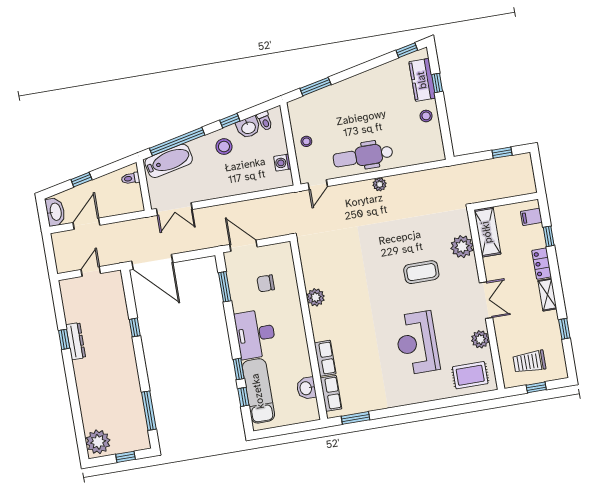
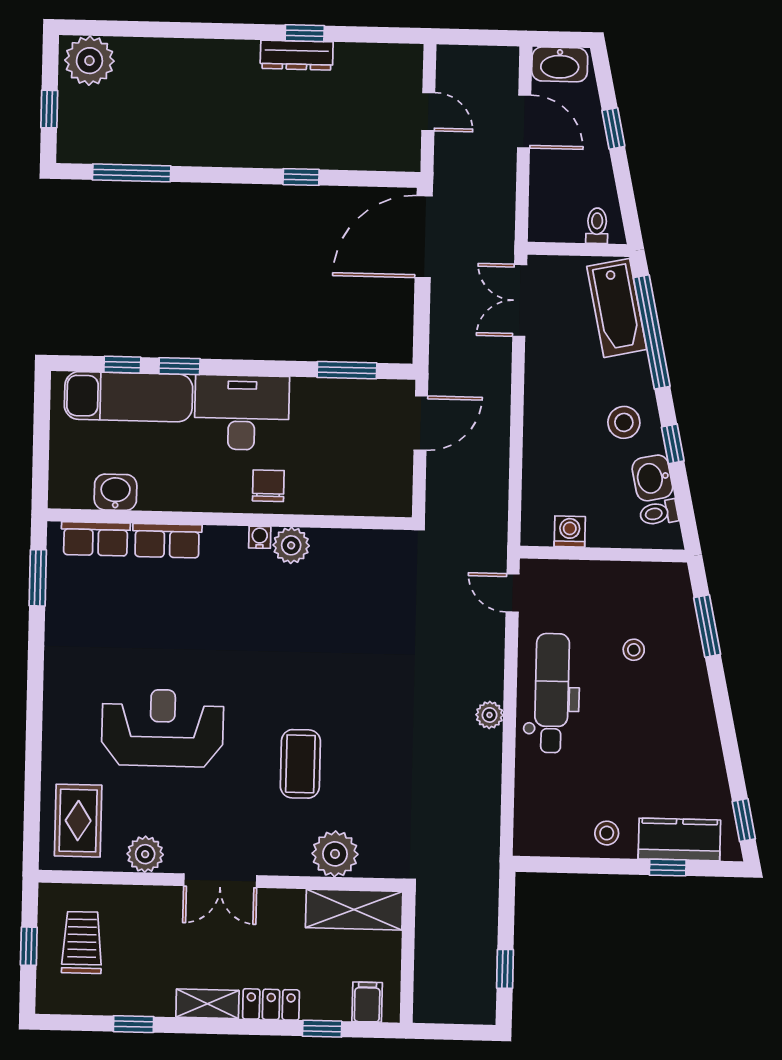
stool: (306, 141) -> (634, 650), moved
chair: (266, 283) -> (268, 486), moved
water cooler: (315, 313) -> (260, 537), added

